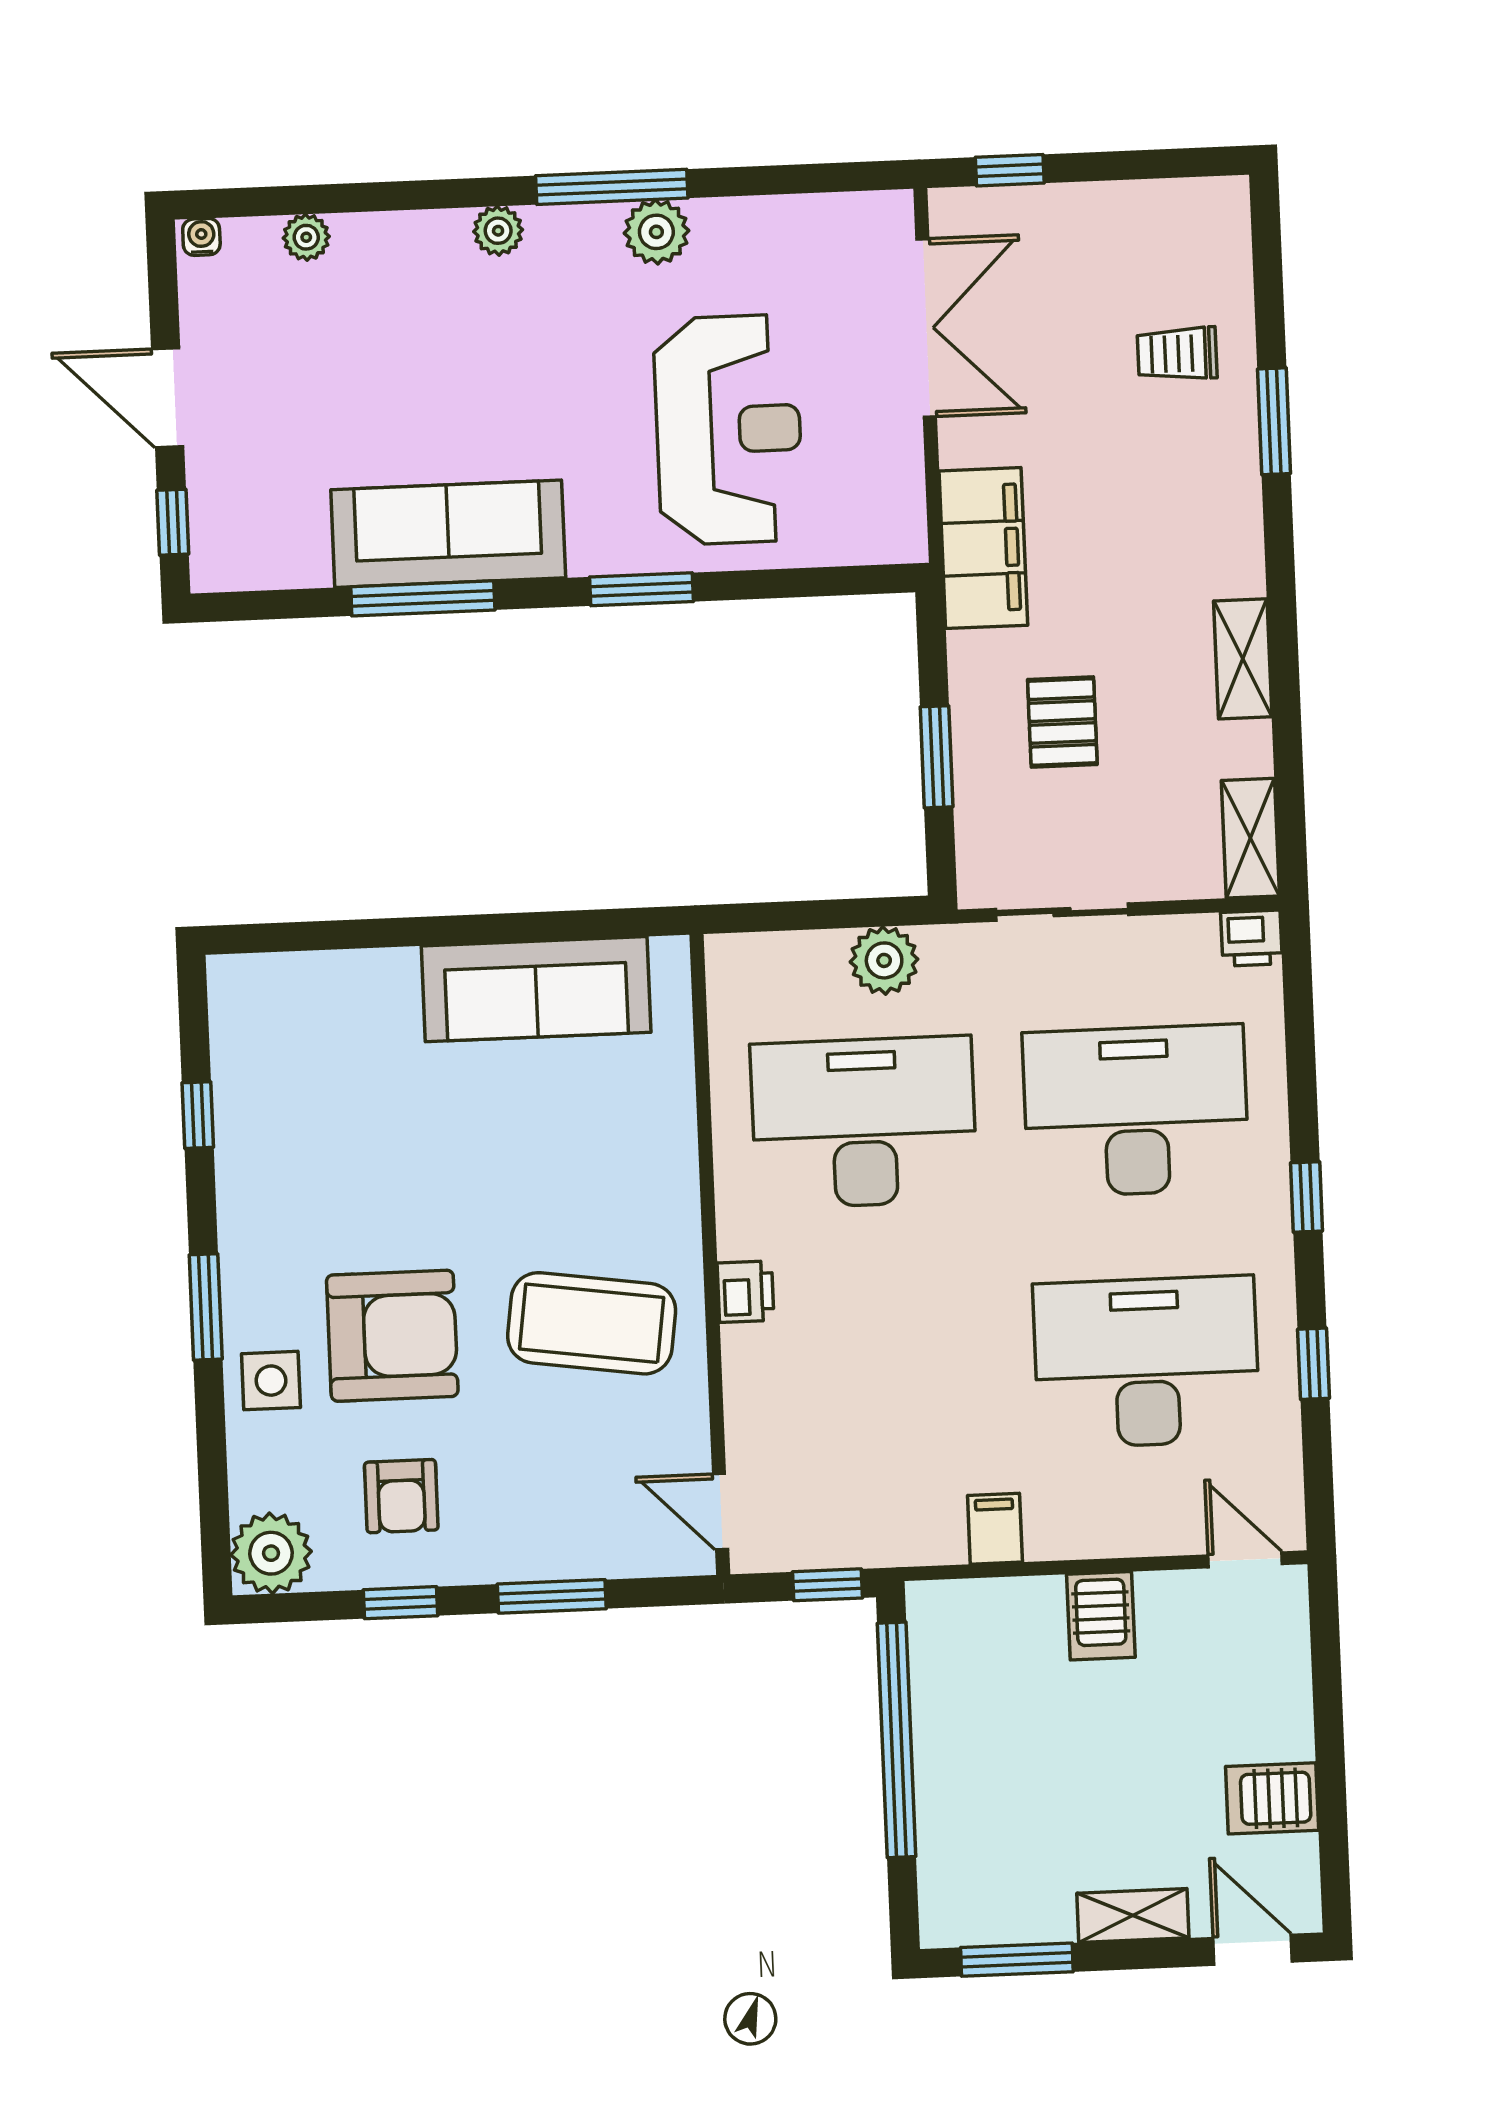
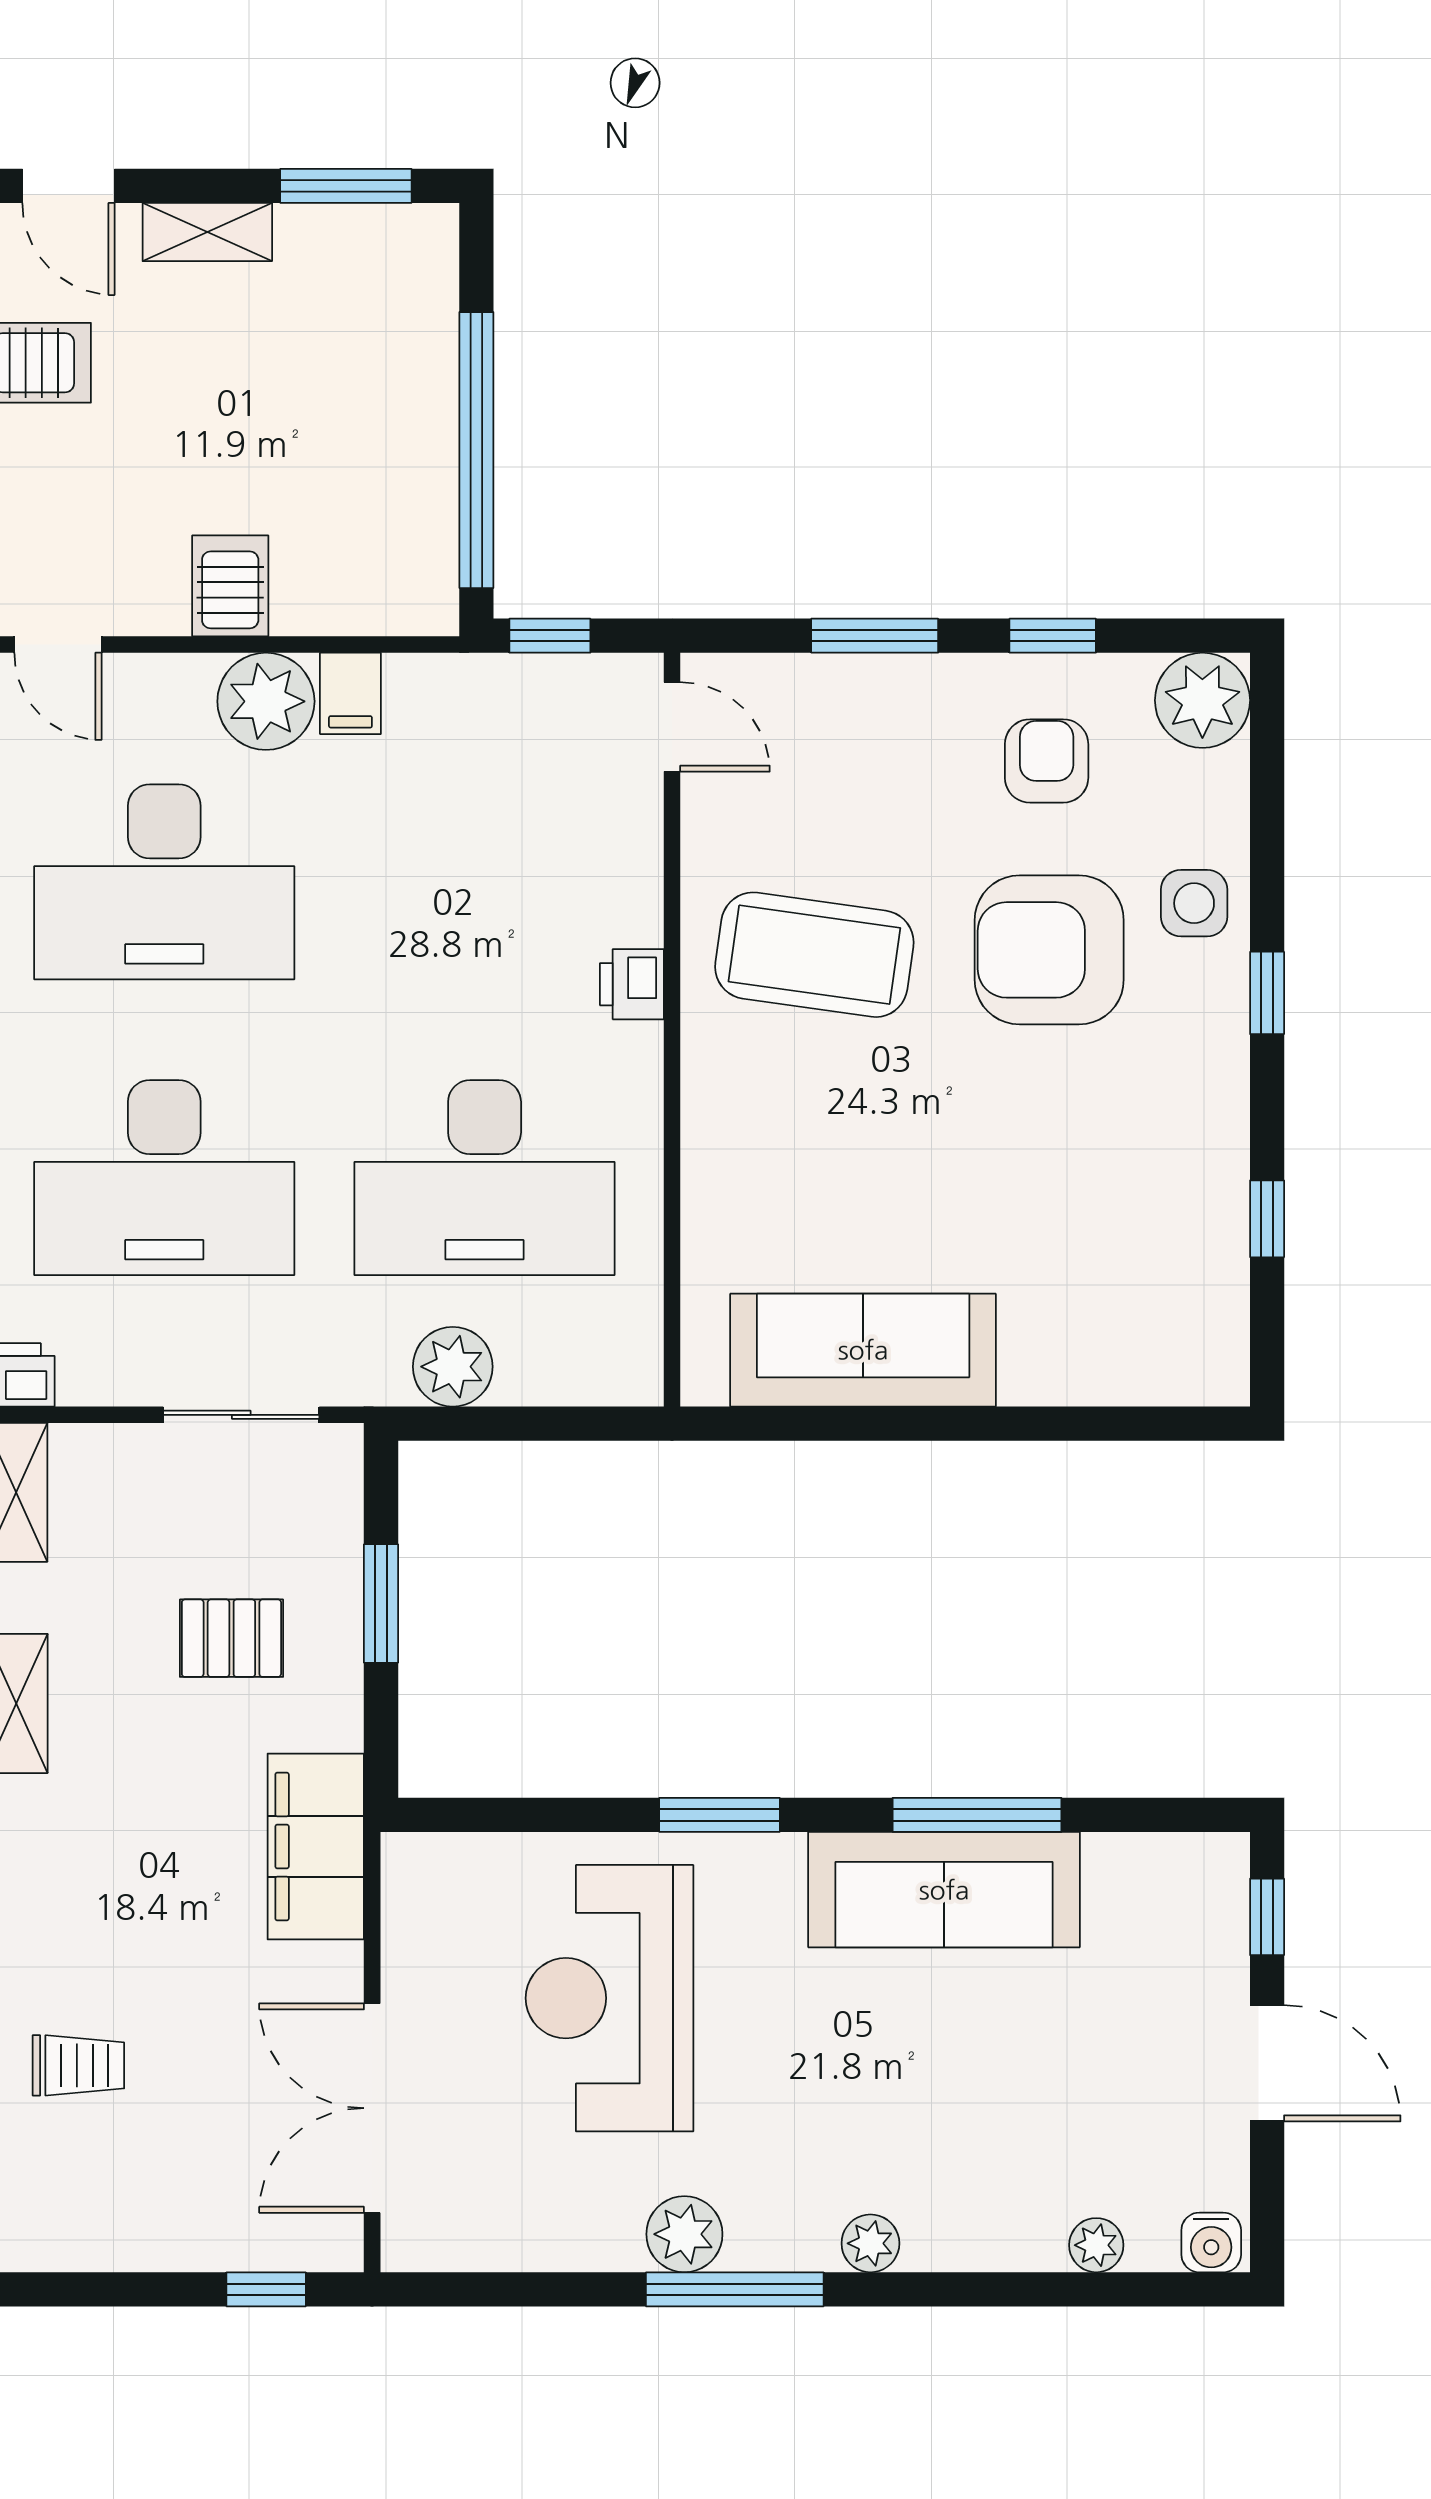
water cooler: (201, 237) -> (1211, 2242), width x1.38, depth x1.38
pallet: (1062, 722) -> (231, 1638), turned 90
window: (206, 1307) -> (1267, 993), width x0.67
plant: (1066, 1519) -> (266, 701), added

